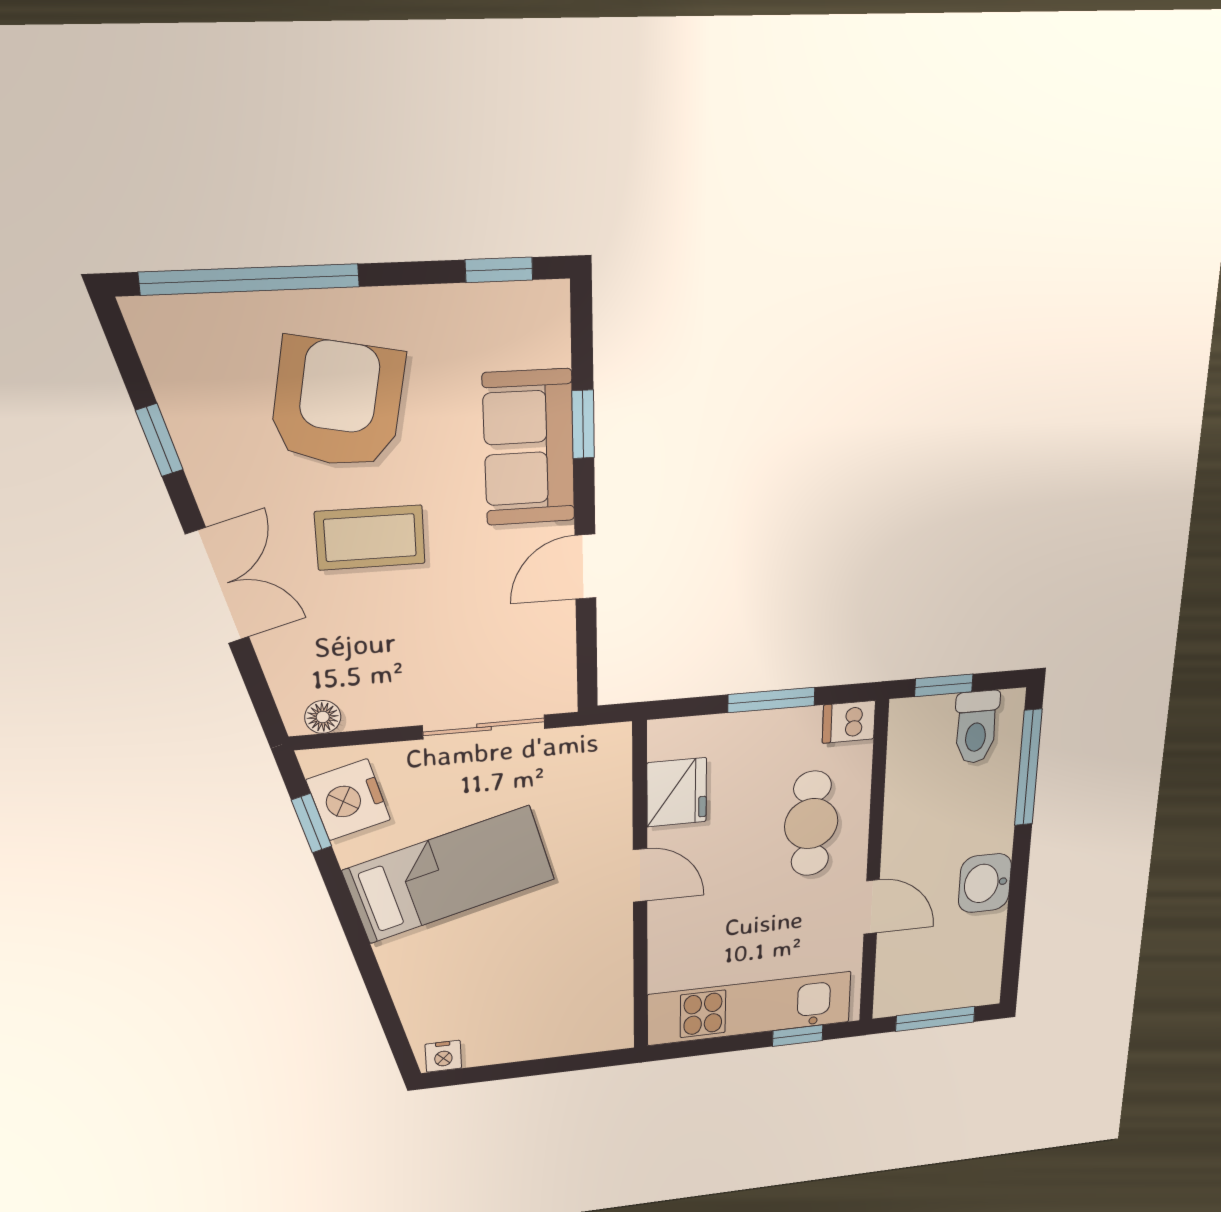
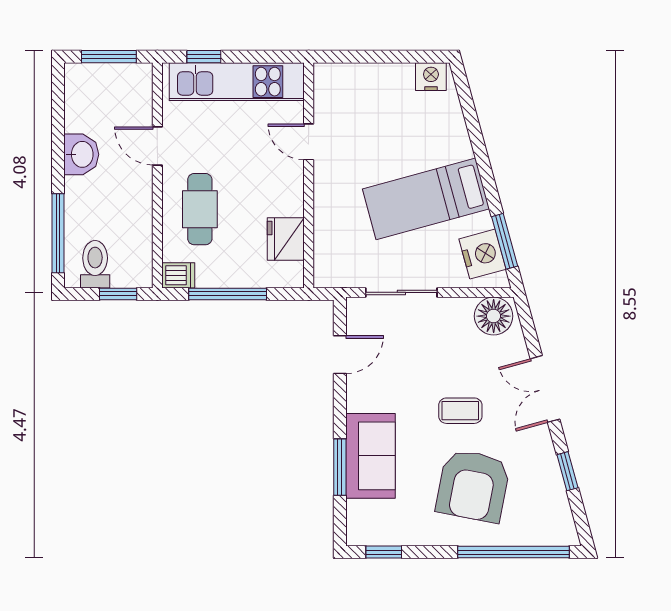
window: (583, 424) -> (340, 467), width x1.50
coffee table: (370, 538) -> (460, 411), width x0.73, depth x0.77
door: (585, 567) -> (340, 355), moved
window: (771, 700) -> (228, 294), width x1.44
floor lamp: (323, 717) -> (494, 316), width x1.89, depth x1.89
window: (312, 823) -> (505, 241), width x1.50
door: (640, 875) -> (309, 142), moved
nightstand: (443, 1056) -> (431, 77), width x1.39, depth x1.35

